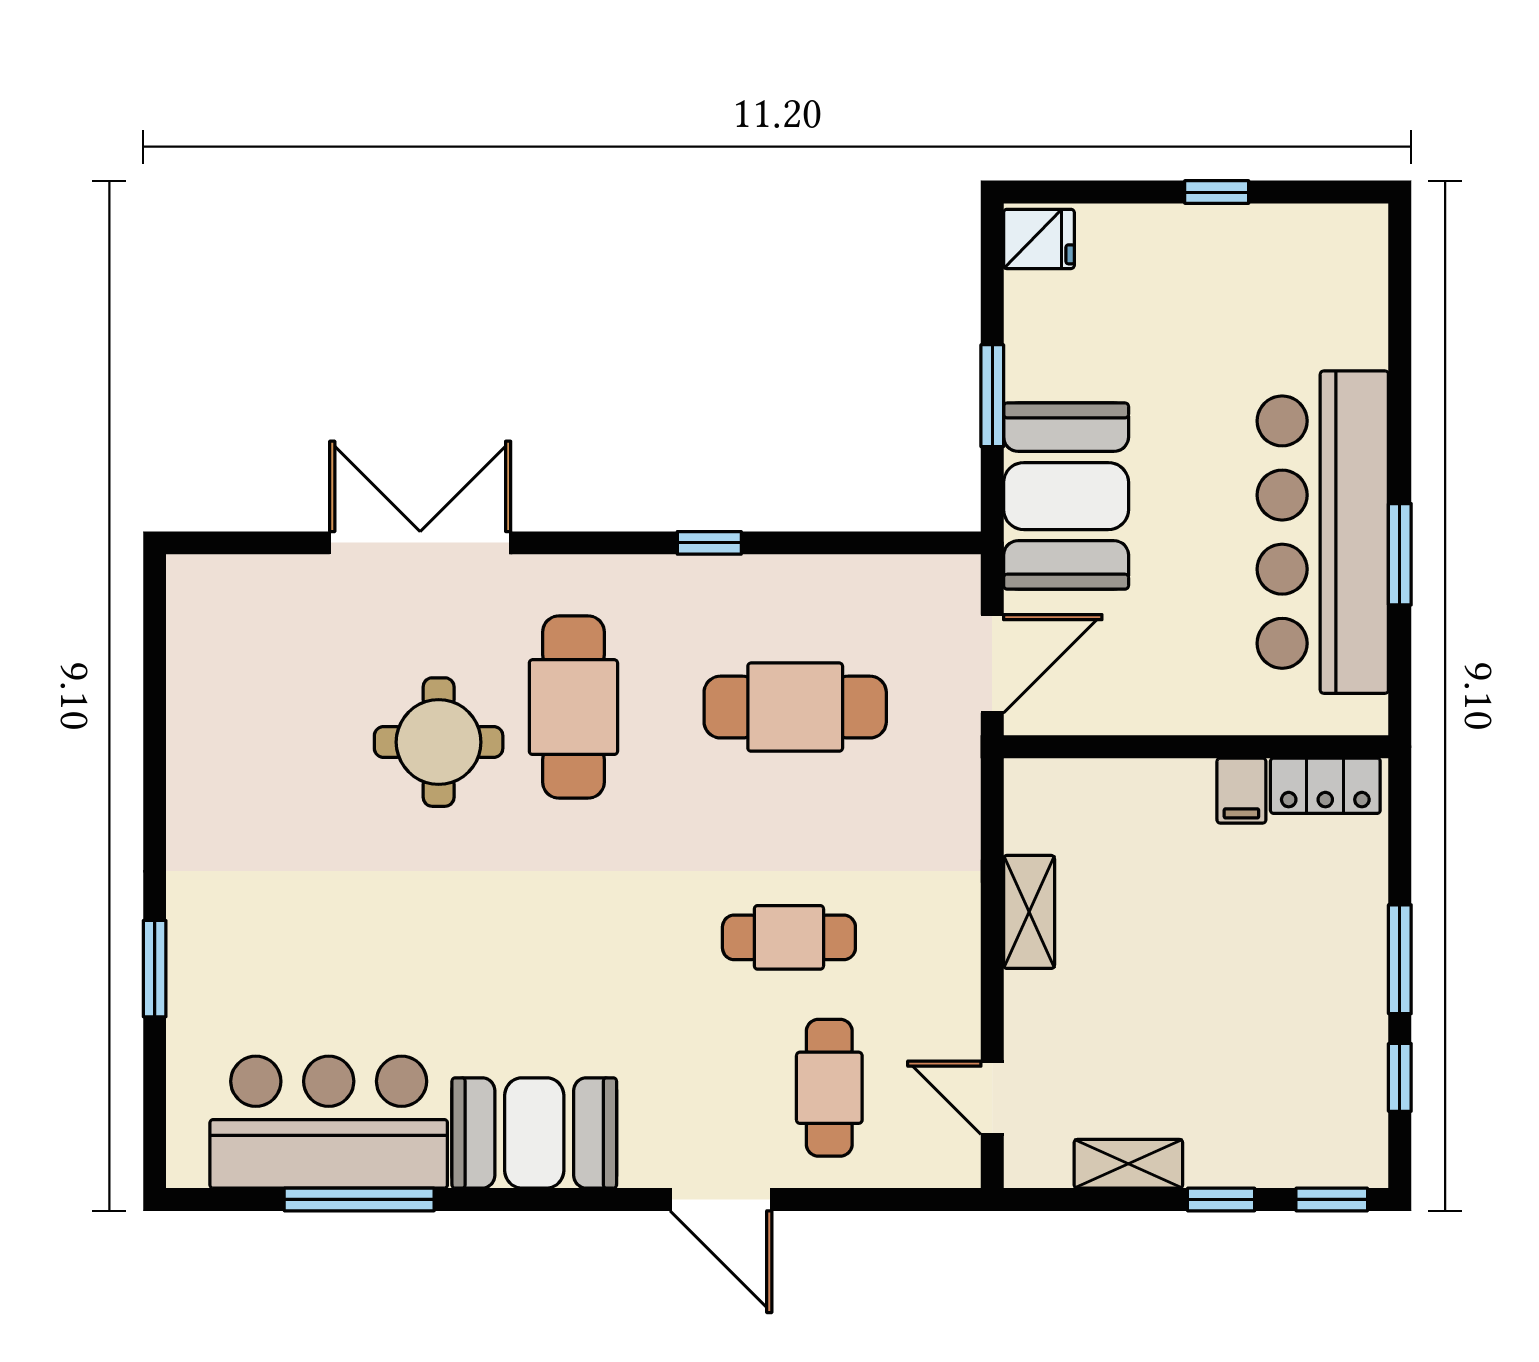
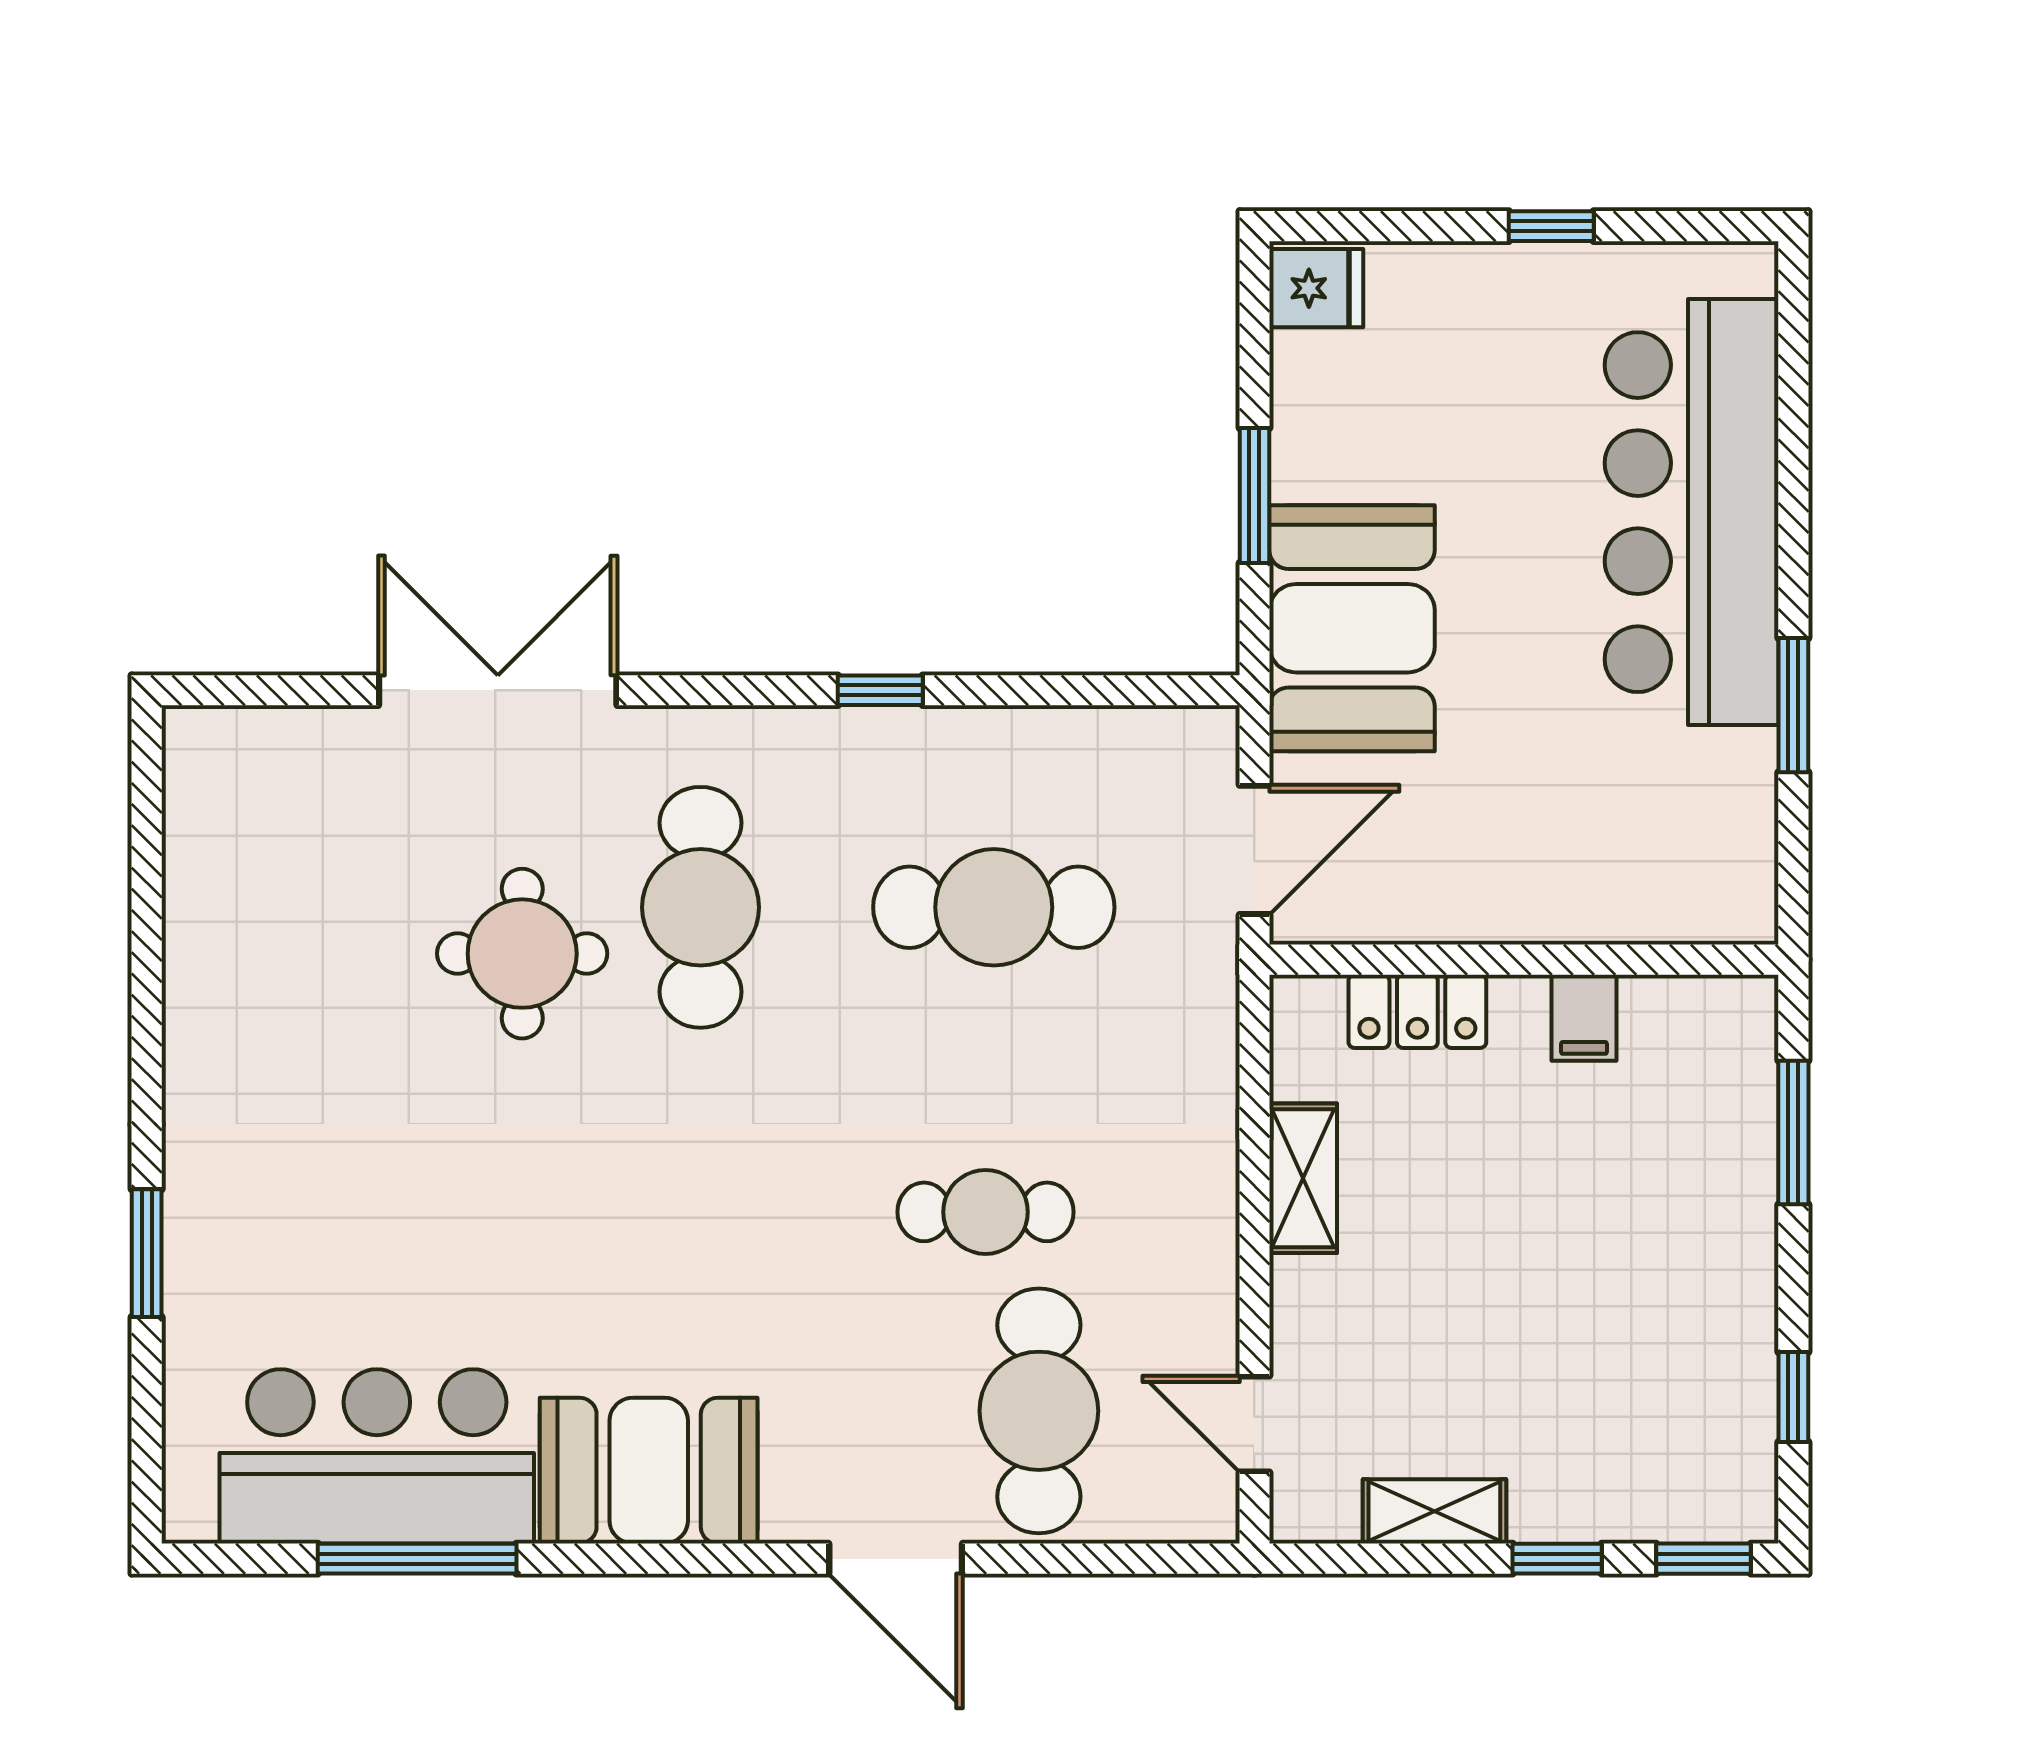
bar counter: (1323, 532) -> (1692, 512), moved
locker: (1325, 786) -> (1417, 1011), moved
window: (1400, 959) -> (1793, 1132), moved
cafe table: (829, 1088) -> (1039, 1411), width x1.37, depth x1.35

